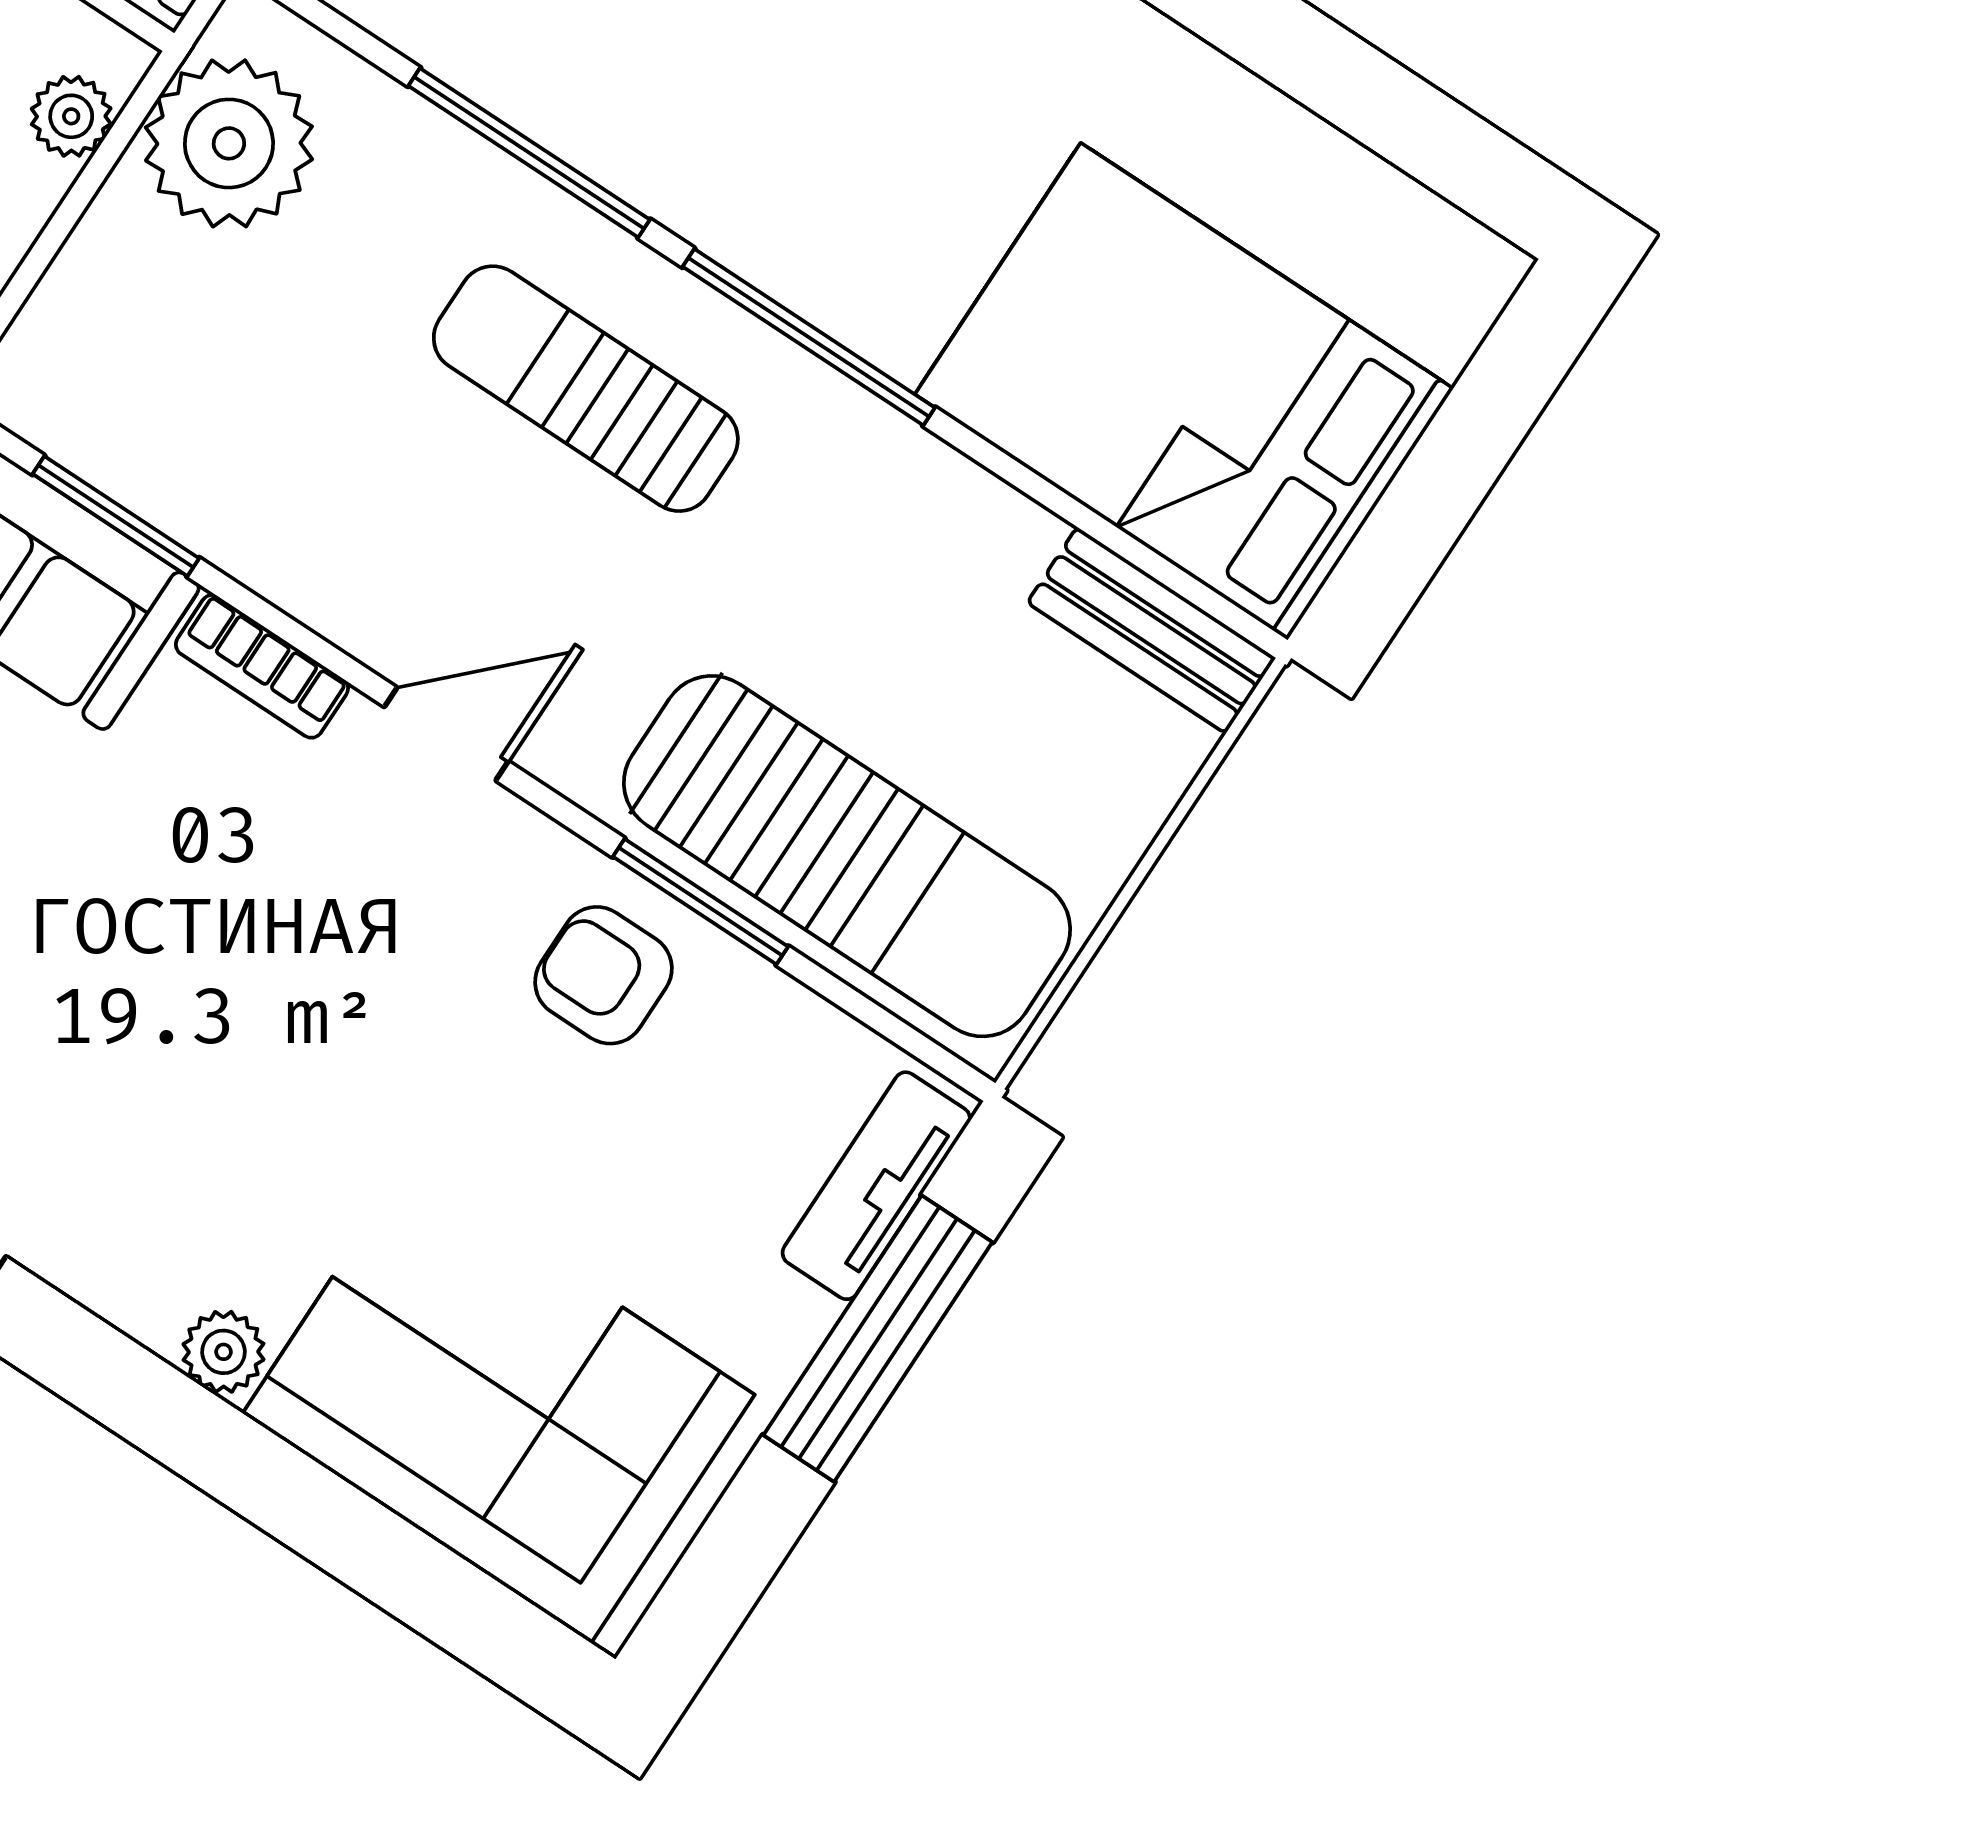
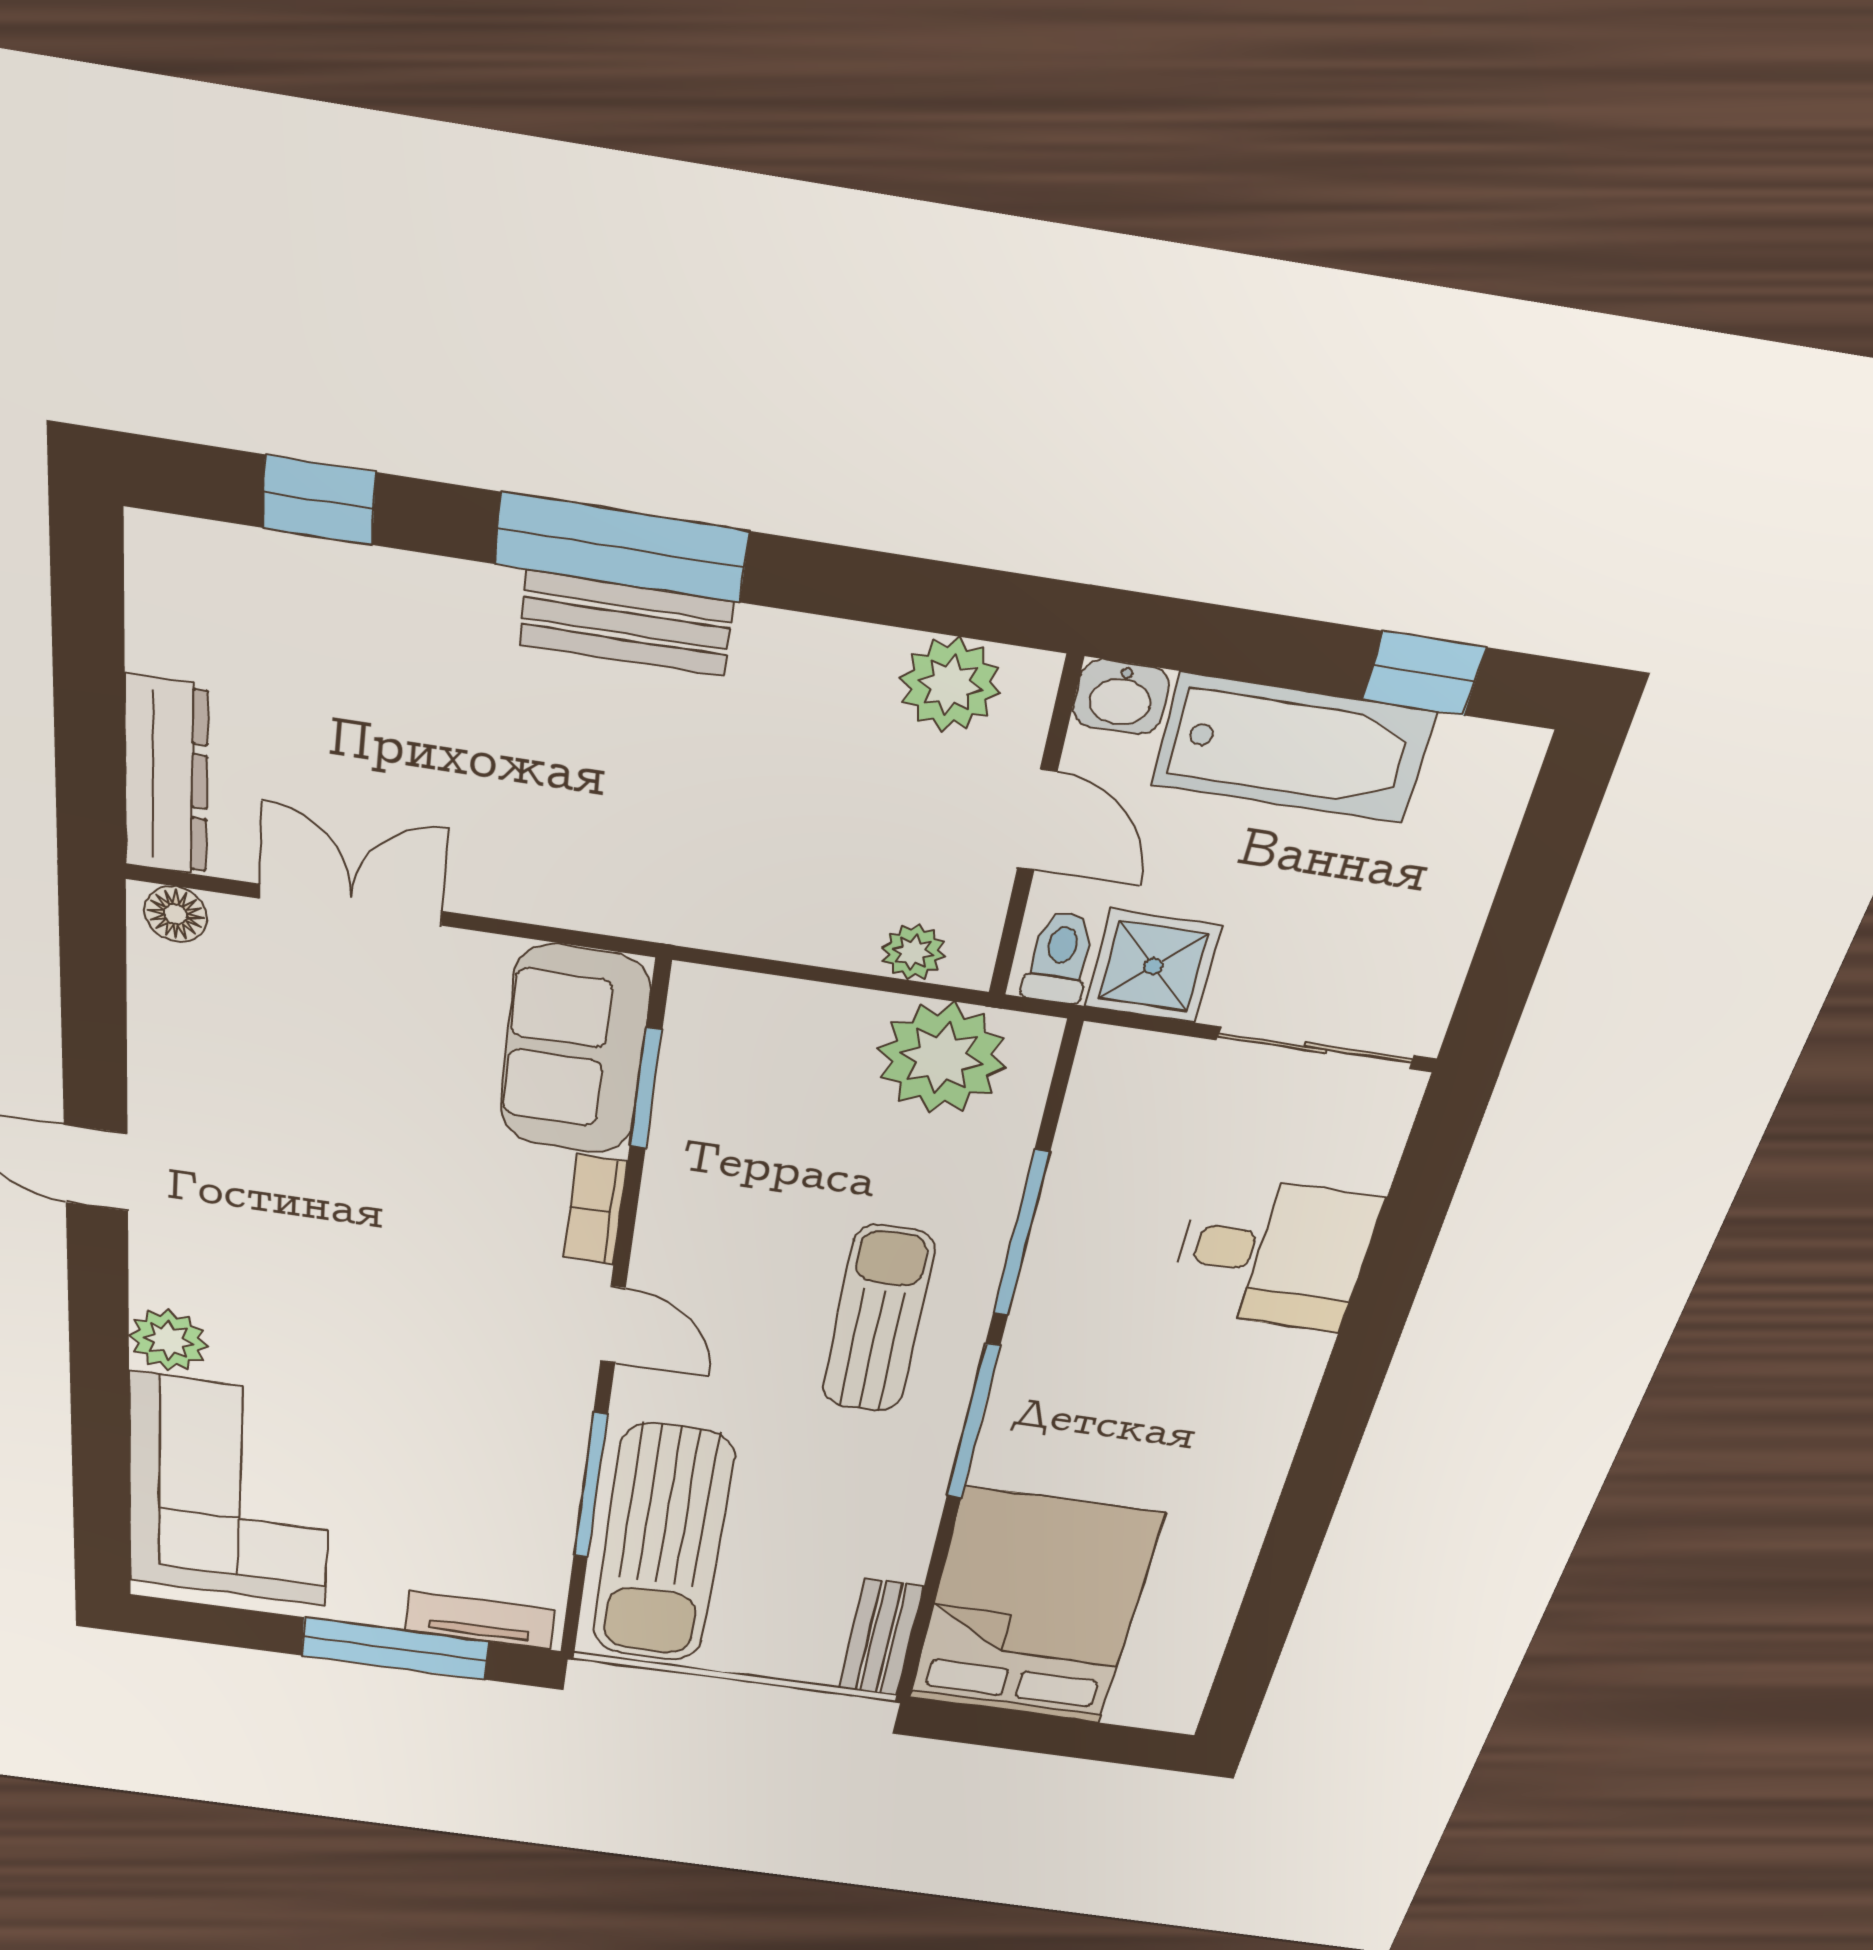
window: (701, 902) -> (590, 1486), width x1.44
armchair: (603, 975) -> (515, 1455), removed
plant: (224, 1352) -> (168, 1340), width x1.38, depth x1.38

